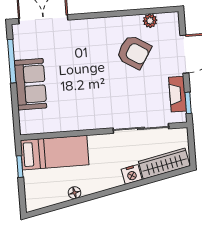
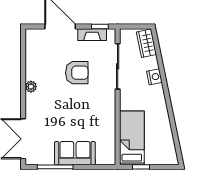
plant: (150, 21) -> (31, 87), moved
armchair: (134, 52) -> (77, 73), moved, turned 58
wardrobe: (164, 164) -> (146, 43), width x0.67
floor lamp: (75, 193) -> (166, 124), removed

